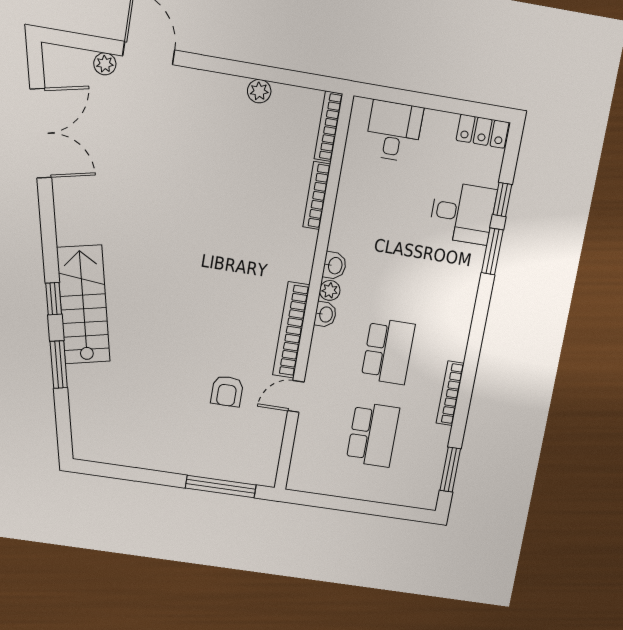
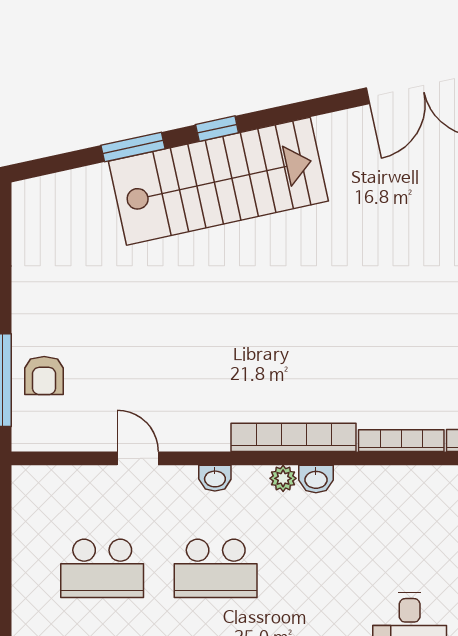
stairs: (83, 305) -> (218, 181), width x1.36, depth x1.51
washbasin: (325, 314) -> (215, 478), moved
bookcase: (291, 330) -> (294, 437), moved
armchair: (227, 391) -> (44, 376), moved, turned -90

